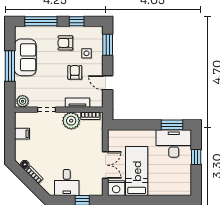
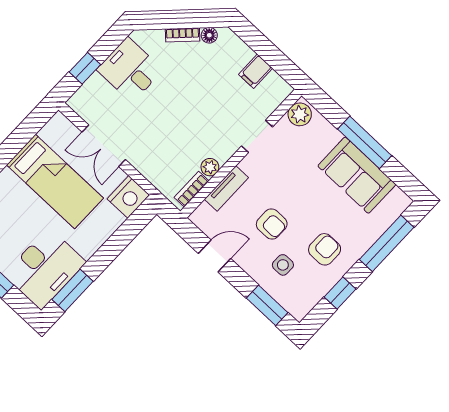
plant: (71, 121) -> (210, 167), width x0.53, depth x0.53
nightstand: (116, 188) -> (128, 197), moved, turned 180

